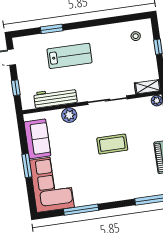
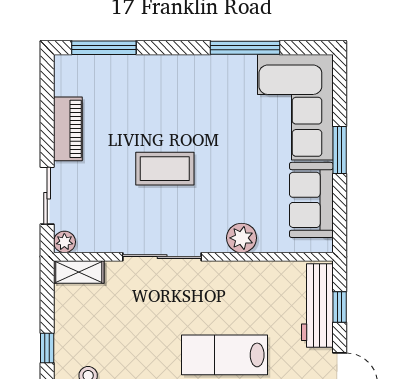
workbench: (55, 98) -> (317, 306), moved, turned 90

